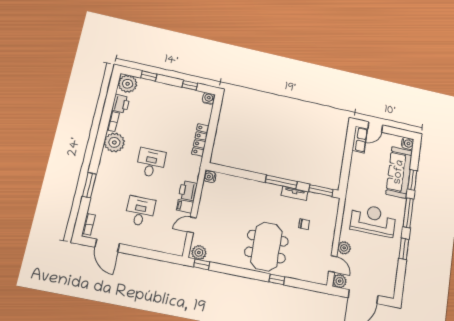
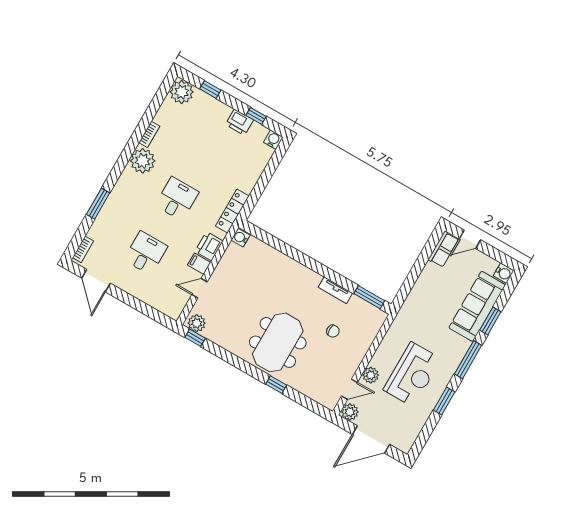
printer: (121, 104) -> (239, 122), moved, turned 90
locker: (200, 140) -> (232, 211), moved
window: (281, 182) -> (324, 271), removed
reception desk: (373, 220) -> (412, 374), moved, turned 90
door: (333, 264) -> (349, 389), hinge flipped

